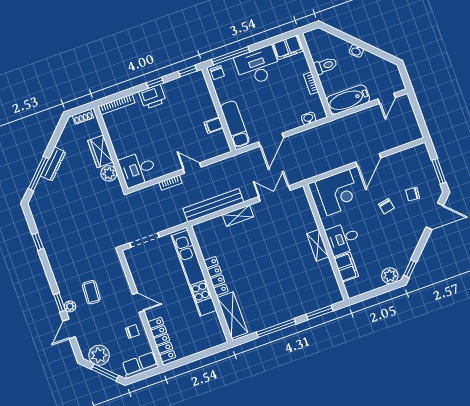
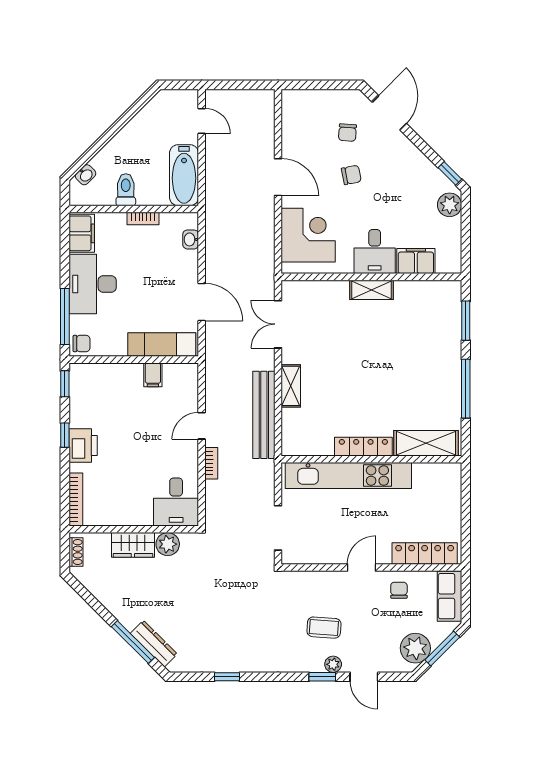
washbasin: (356, 51) -> (86, 175), moved
dresser: (53, 164) -> (154, 644), moved
window: (439, 171) -> (329, 85), removed

